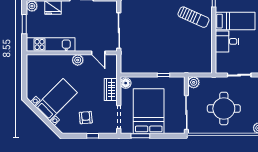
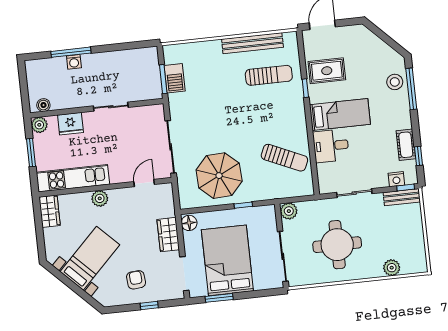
sun lounger: (193, 17) -> (284, 158), moved
door: (98, 53) -> (144, 183), swing flipped
parasol: (149, 53) -> (219, 176), added
plant: (78, 60) -> (100, 198), moved
wardrobe: (33, 65) -> (50, 211), added

